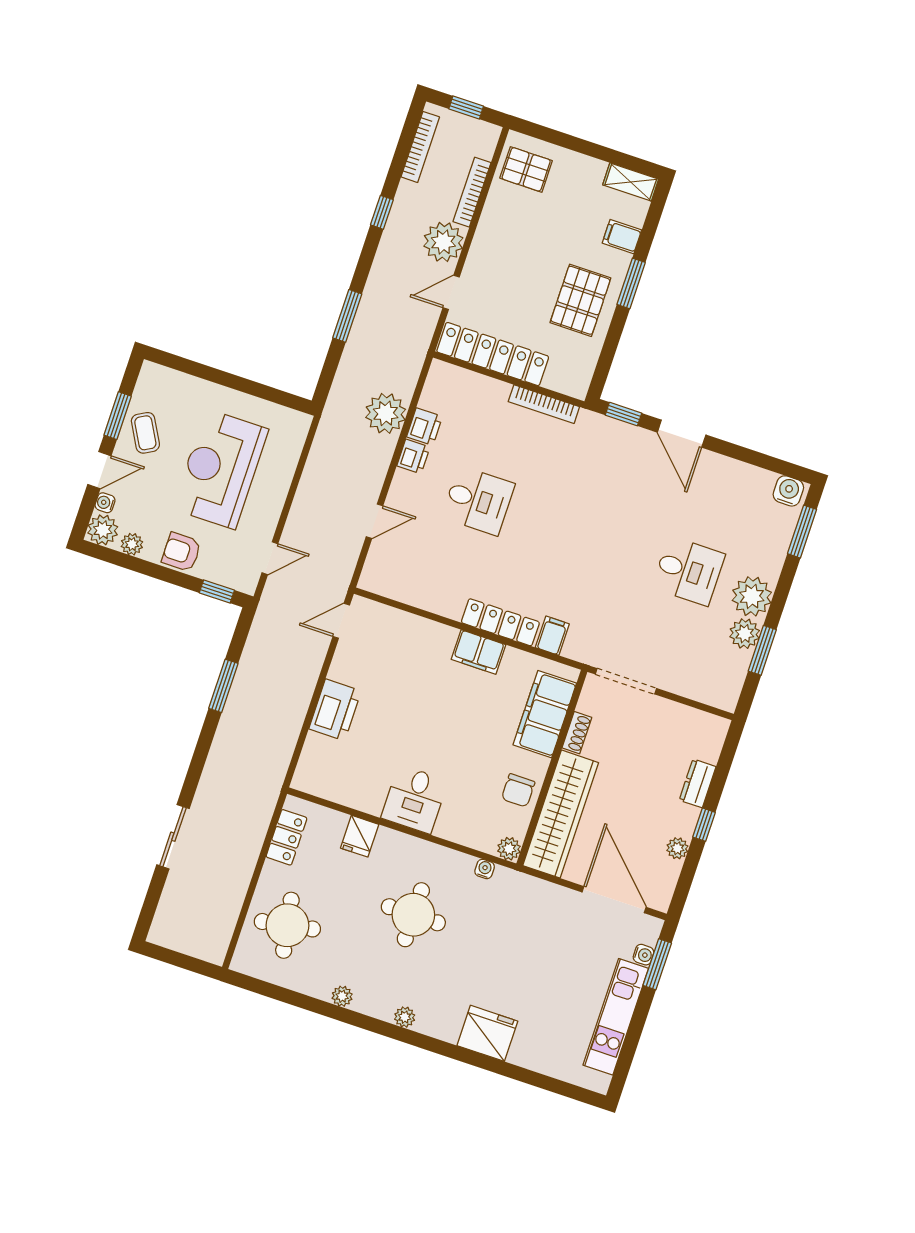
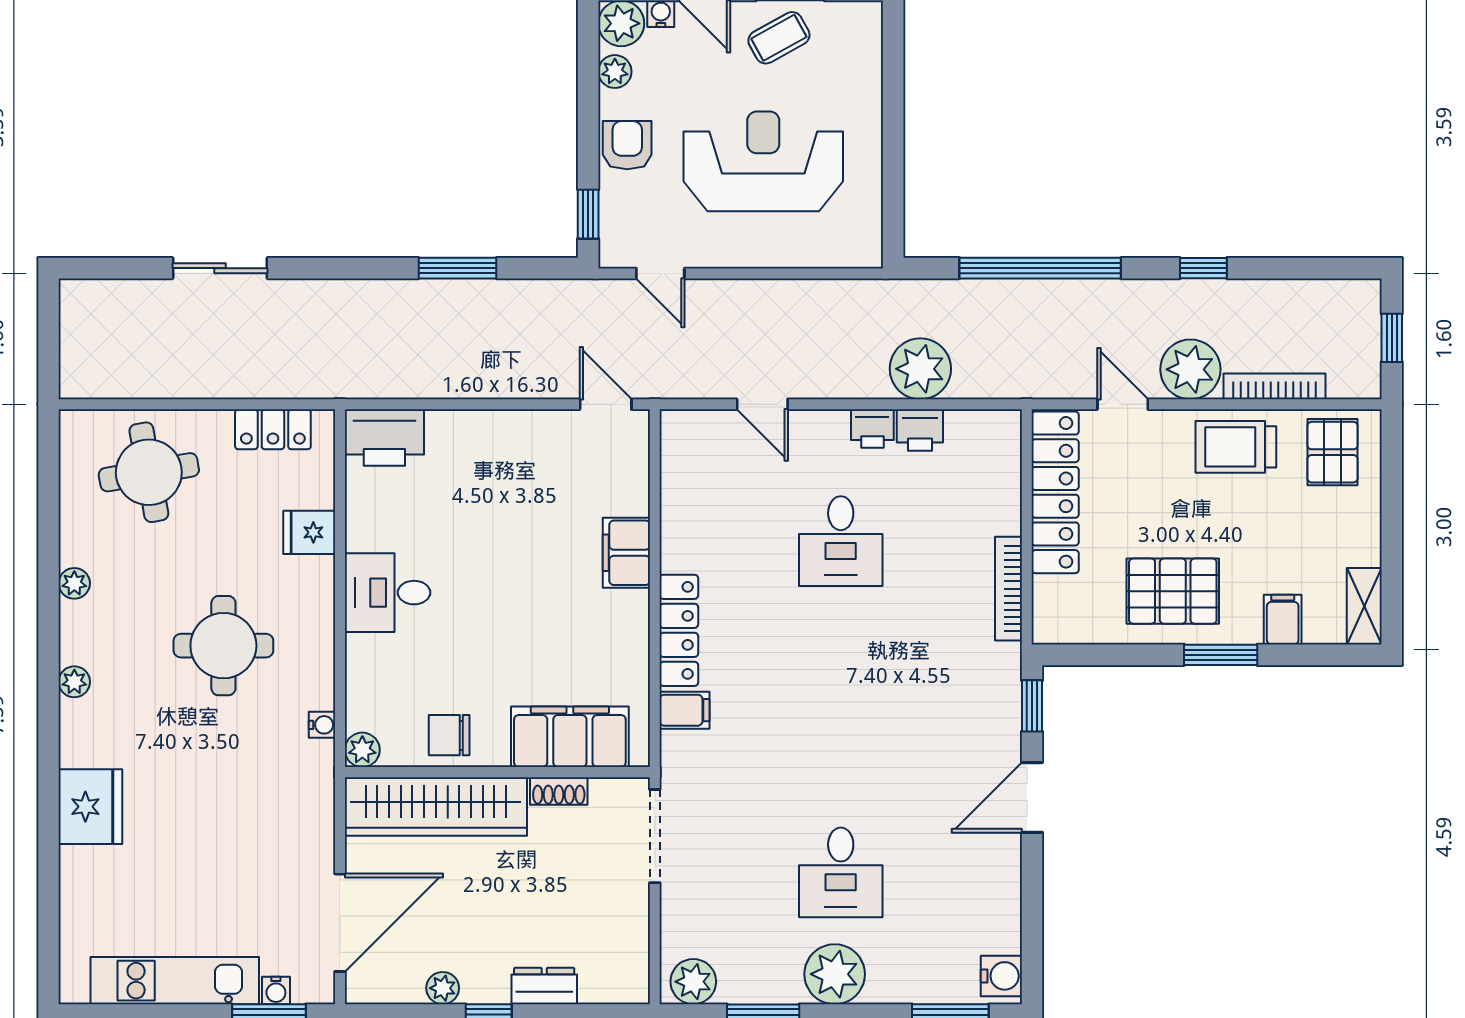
bookcase: (420, 147) -> (1314, 292), removed
trolley: (502, 230) -> (1236, 447), added
window: (347, 316) -> (1040, 268), width x2.11
plant: (745, 634) -> (693, 982), moved
filing cabinet: (478, 652) -> (626, 553), moved
printer: (335, 710) -> (384, 438), moved

